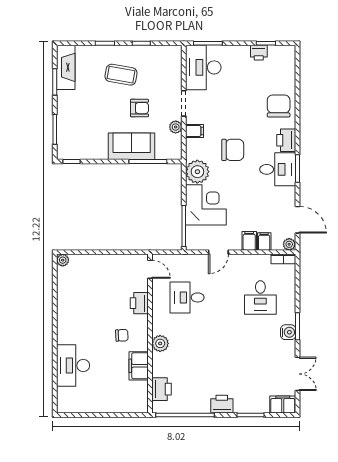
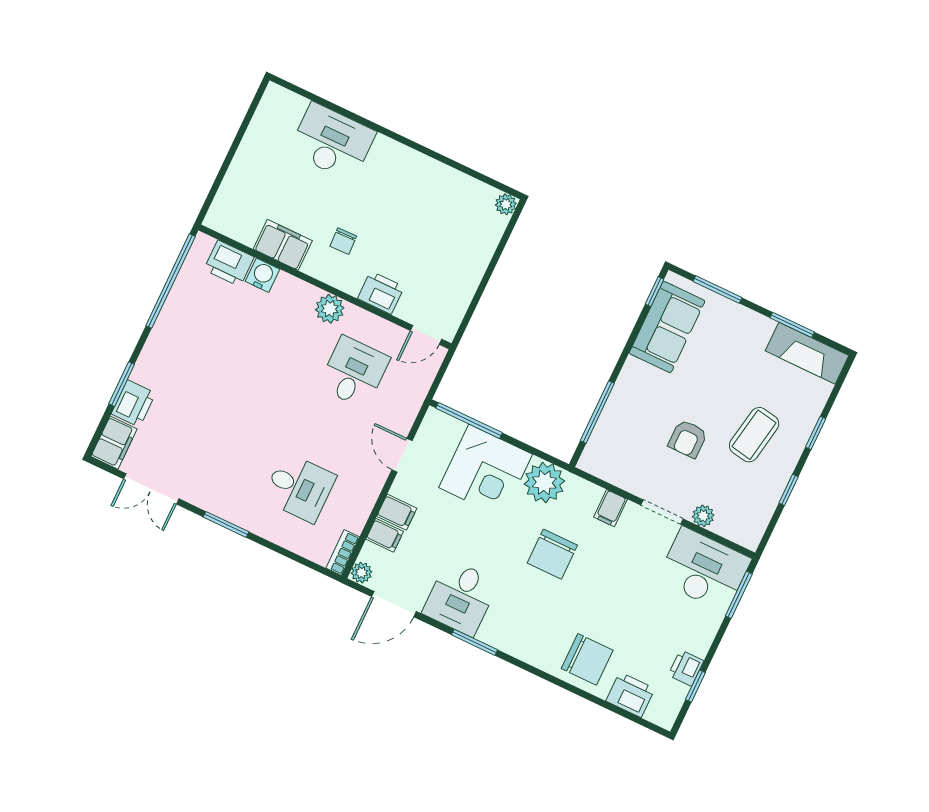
plant: (176, 127) -> (703, 516), moved
printer: (286, 140) -> (630, 695), moved
sofa: (132, 146) -> (667, 327), moved
desk: (278, 169) -> (460, 598), moved
desk: (260, 297) -> (299, 488), turned 180
water cooler: (288, 332) -> (263, 275), moved, turned 180
plant: (160, 343) -> (330, 309), moved
printer: (222, 404) -> (133, 403), moved

